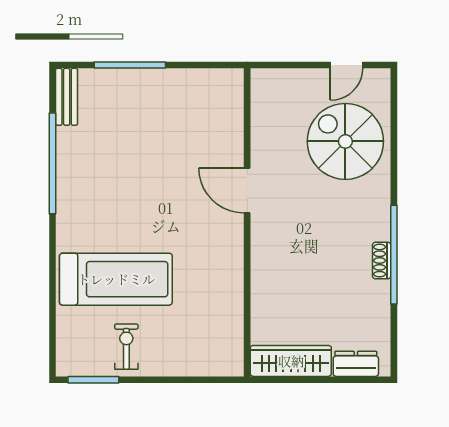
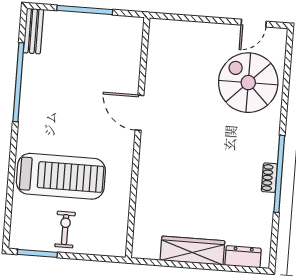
door: (247, 190) -> (140, 113), moved
wall: (247, 222) -> (138, 138), moved

